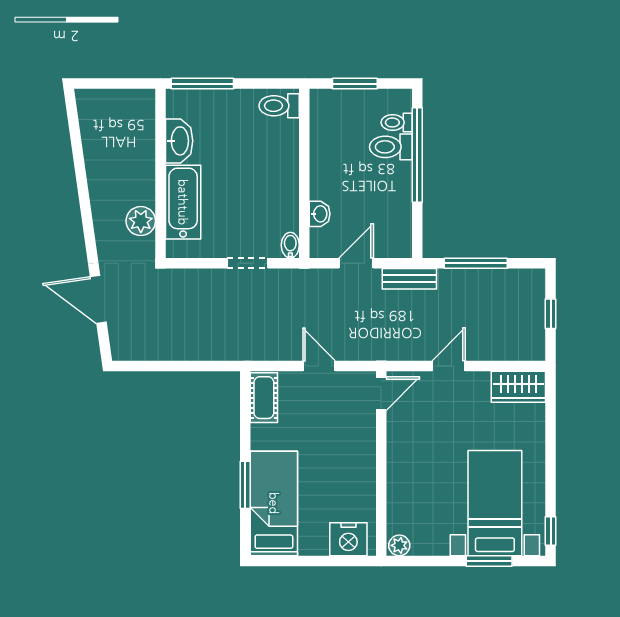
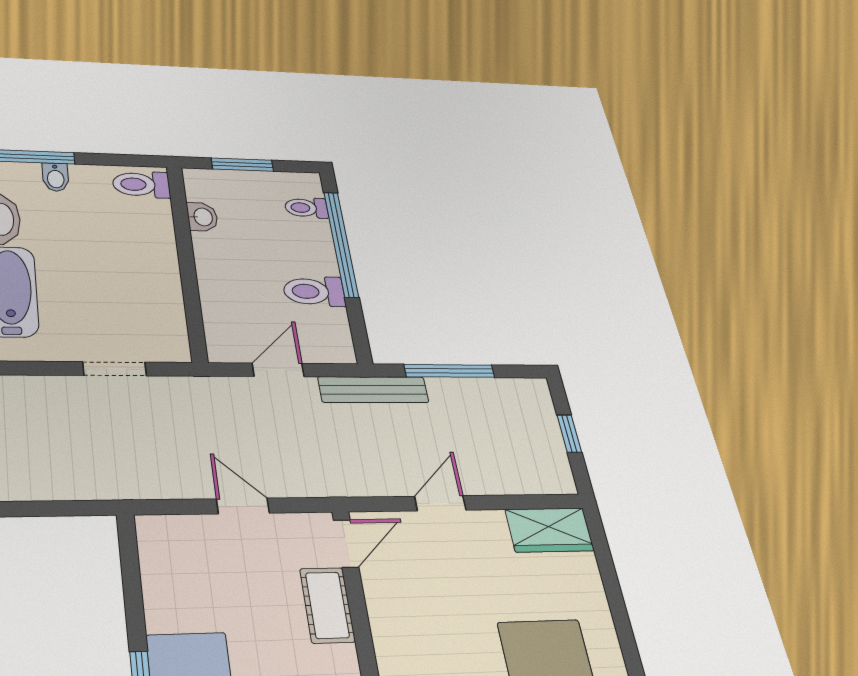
toilet: (391, 147) -> (314, 291), moved
washbasin: (320, 214) -> (202, 217), moved
bidet: (290, 245) -> (56, 177), moved, turned 180
bench: (409, 279) -> (373, 390), width x1.36
cot: (264, 398) -> (327, 605), moved

